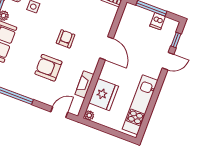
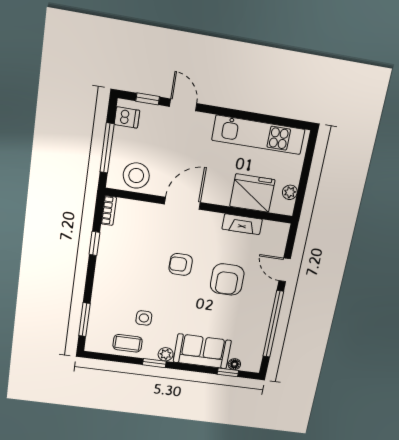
dishwasher: (158, 21) -> (127, 117), moved
stool: (130, 23) -> (136, 176), added
door: (59, 112) -> (285, 270), moved
plant: (89, 115) -> (290, 192), moved

